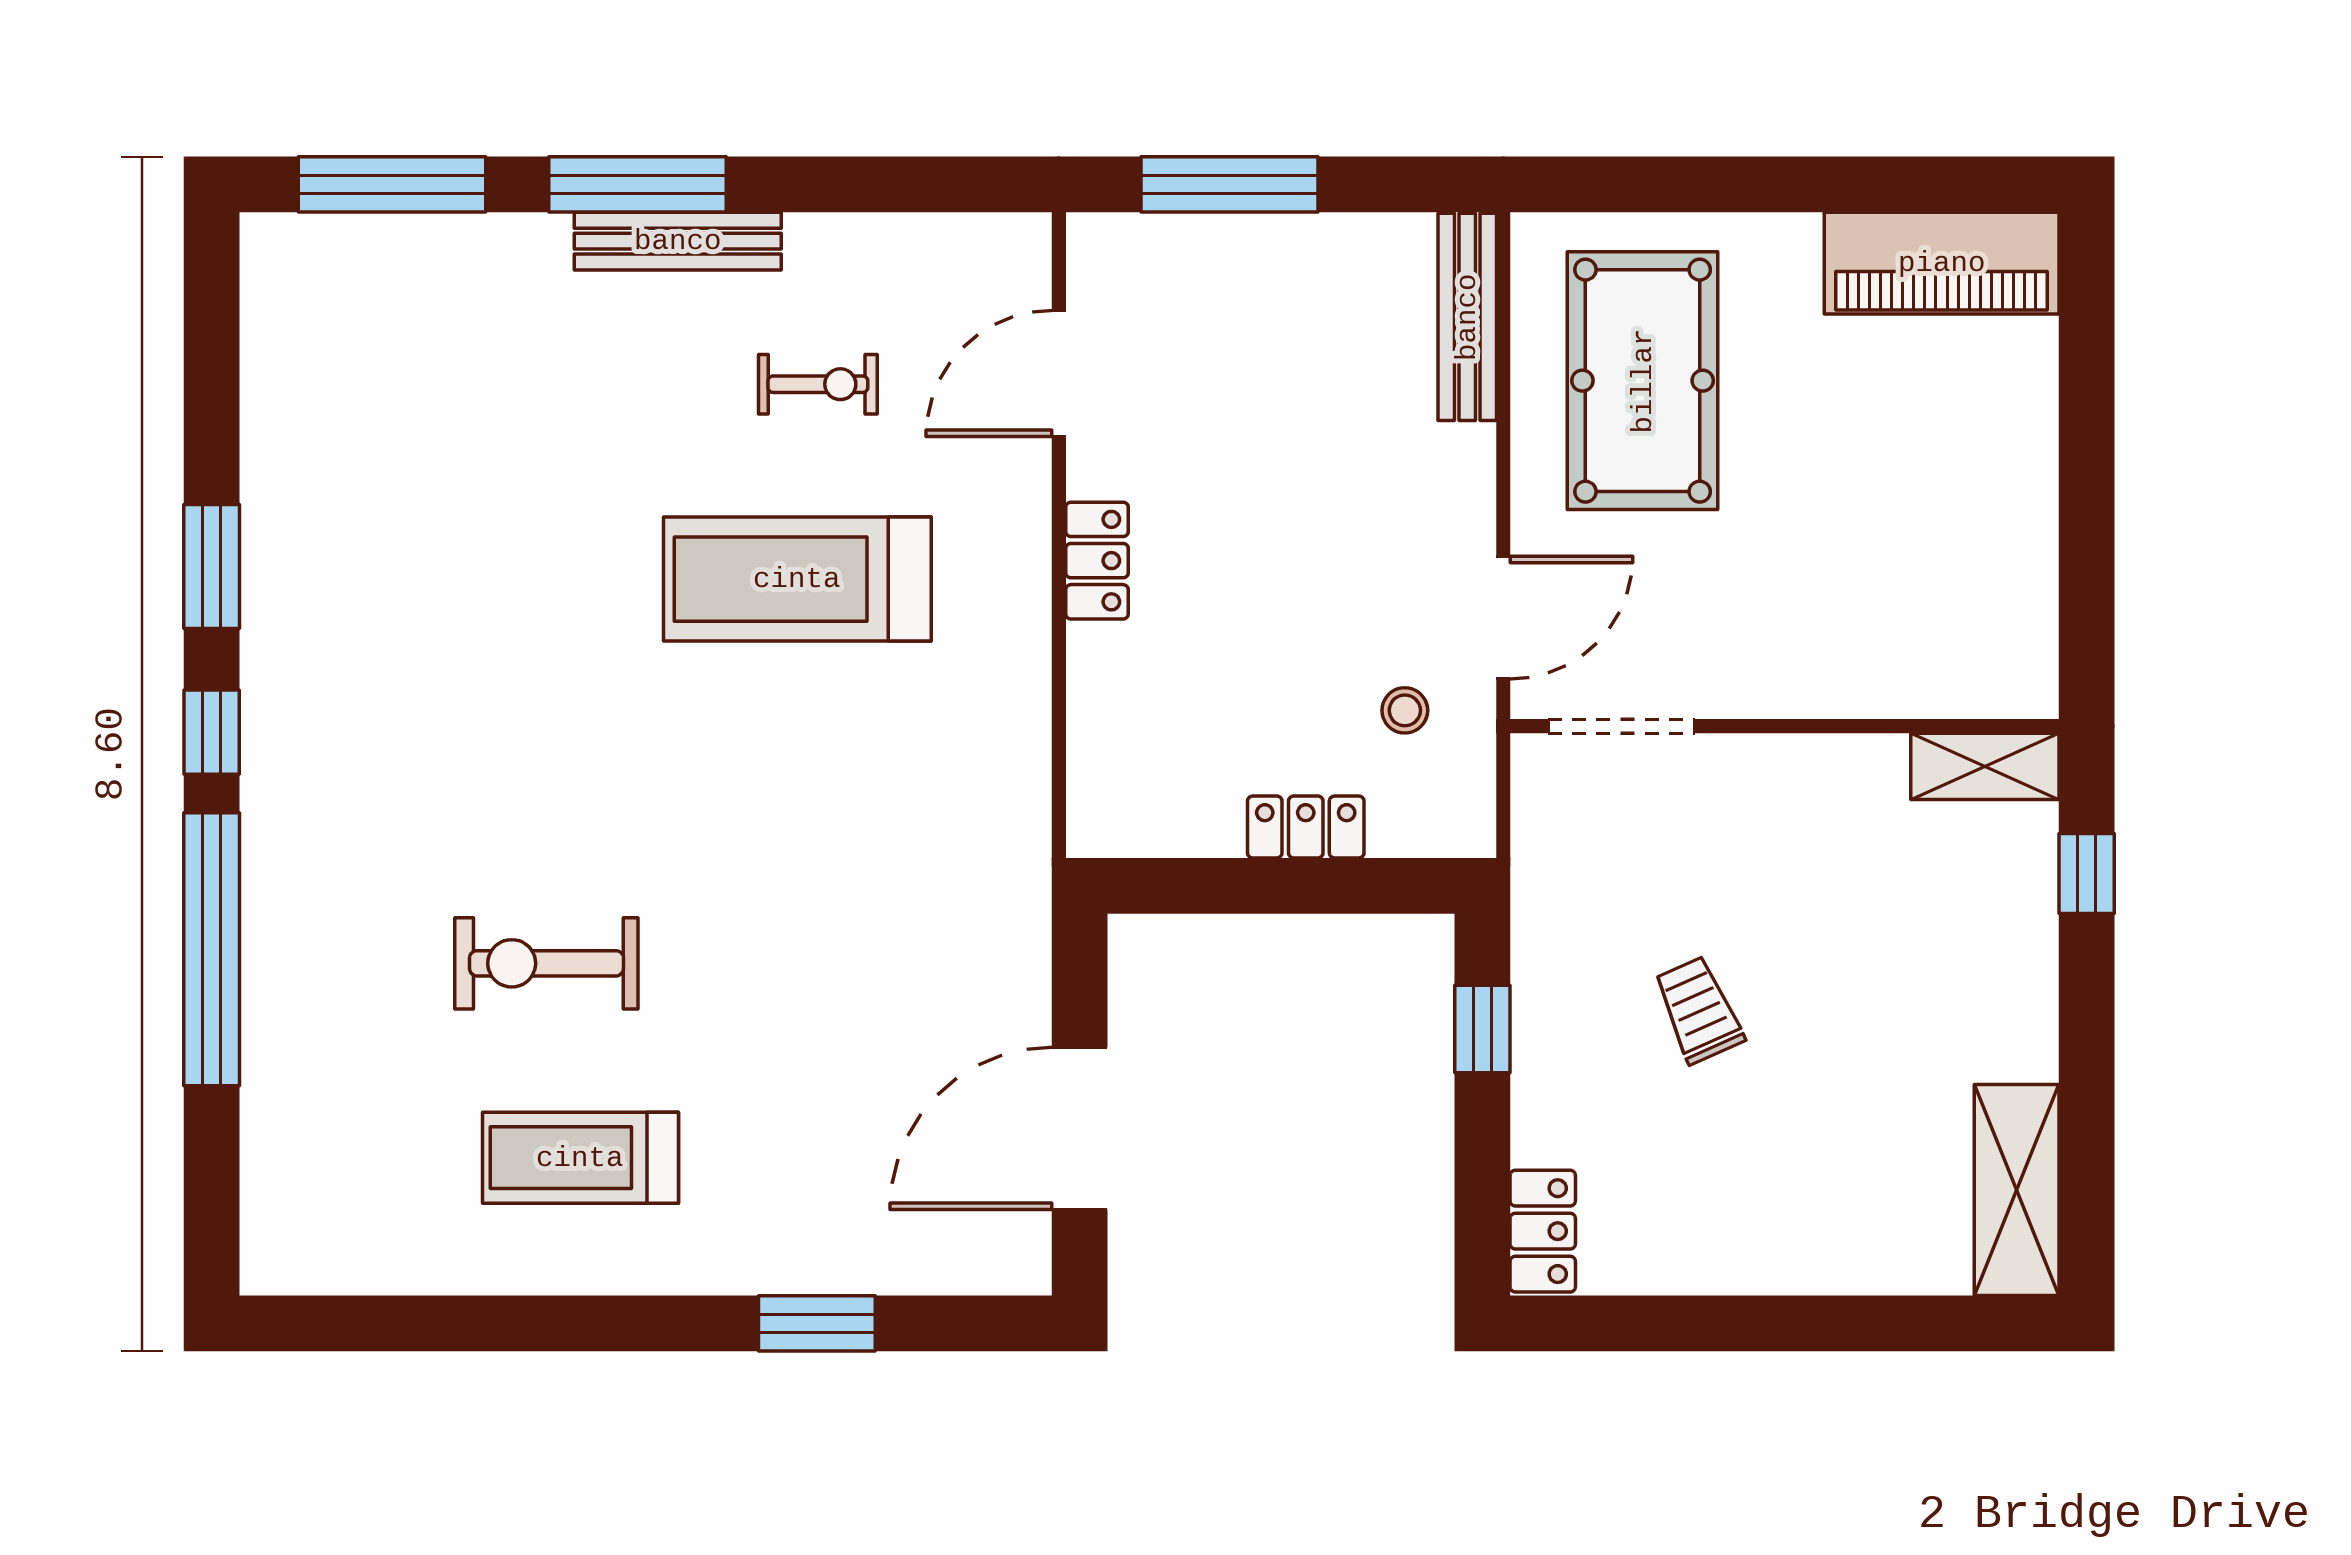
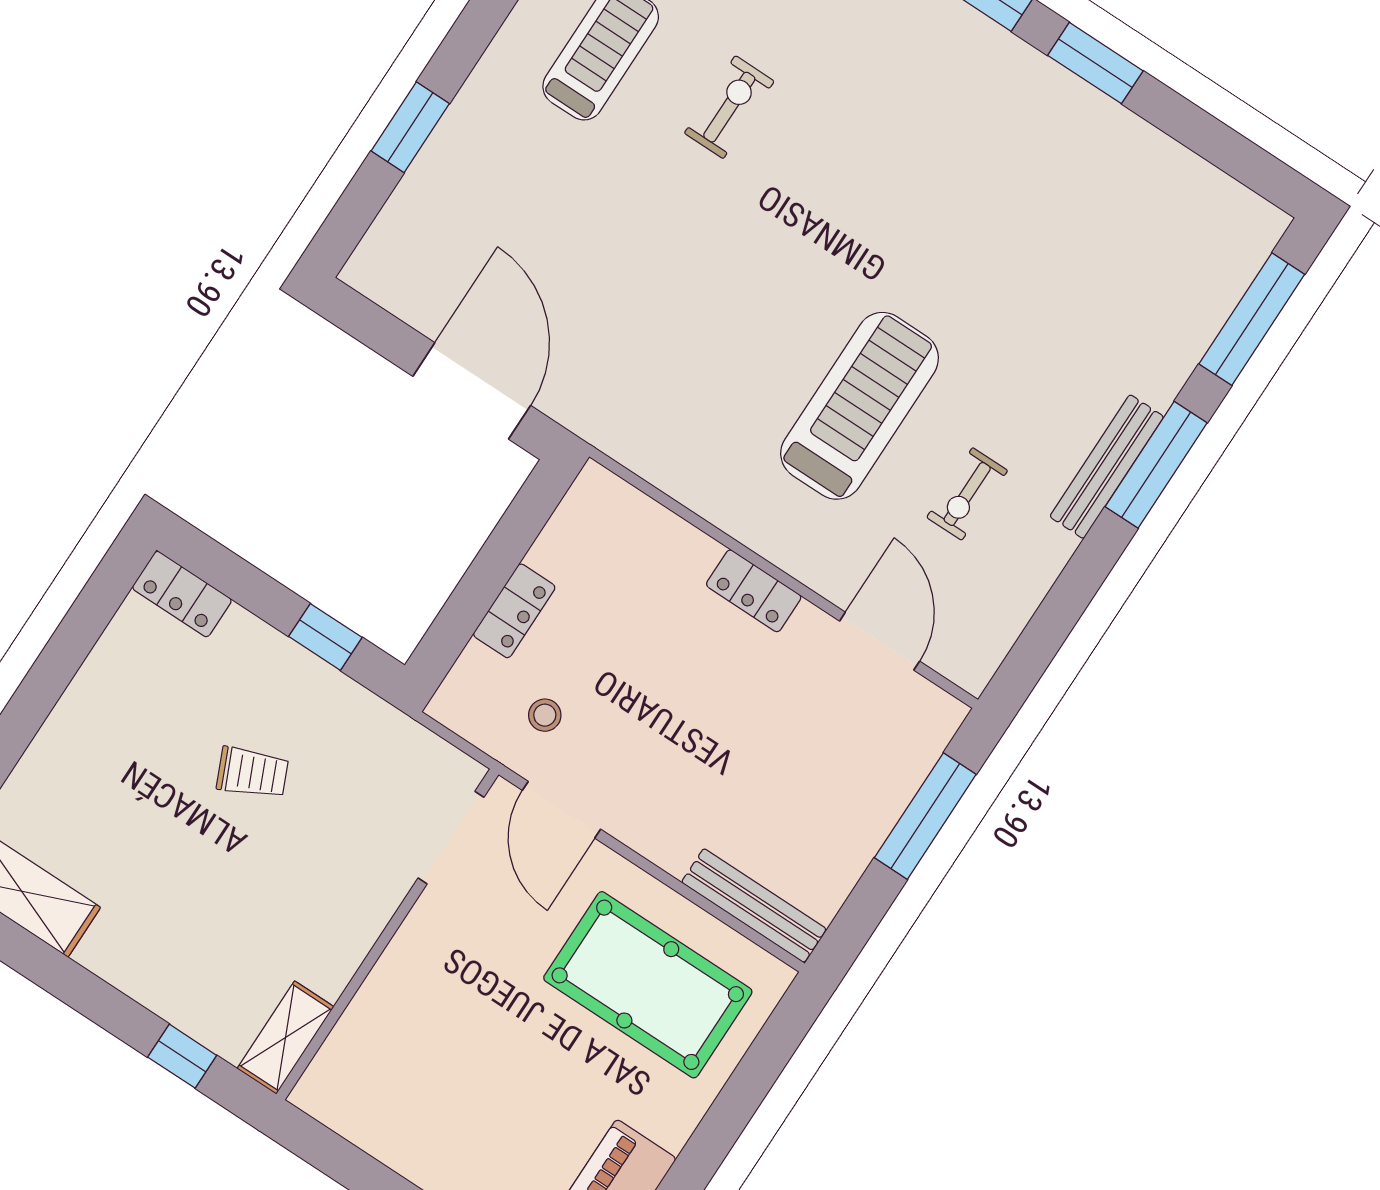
exercise bike: (546, 963) -> (729, 107), width x0.73, depth x0.72
door: (1080, 1128) -> (472, 391), moved

